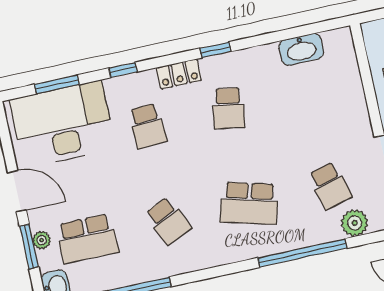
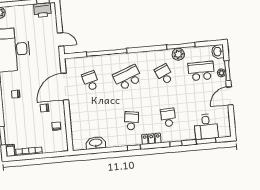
desk: (63, 124) -> (206, 127), width x0.53, depth x0.77
door: (17, 191) -> (230, 96), hinge flipped
school desk: (249, 203) -> (127, 78), turned -36
plant: (355, 223) -> (178, 54), moved

